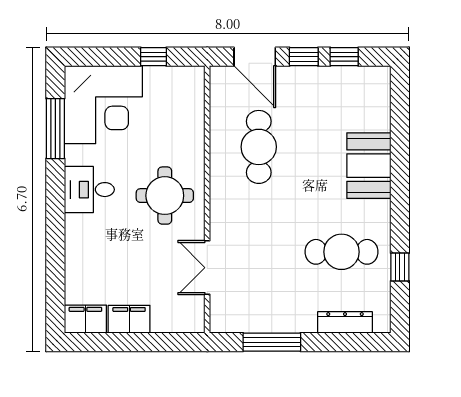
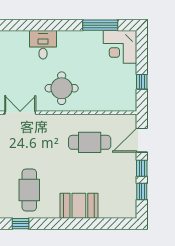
corner desk: (103, 105) -> (120, 47), width x0.74, depth x0.74
desk: (89, 190) -> (43, 45), moved

